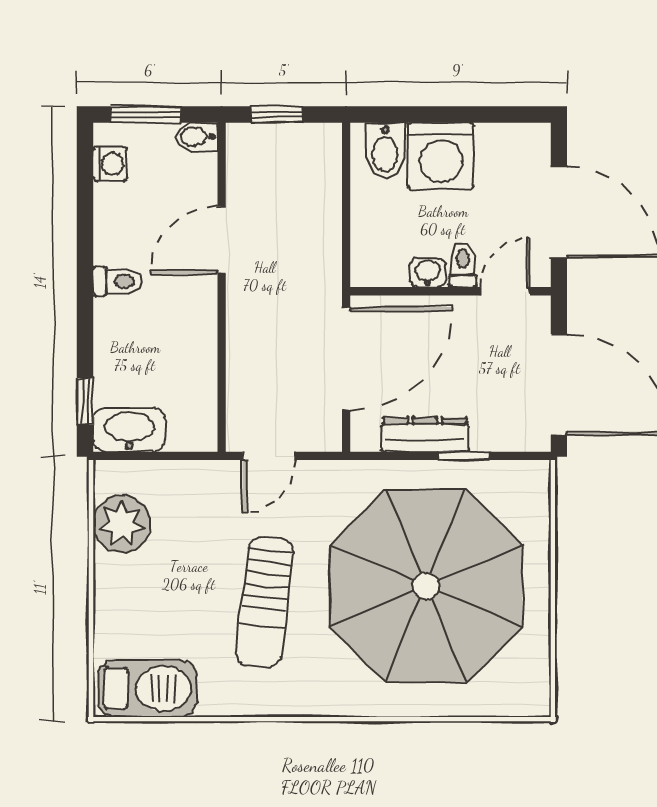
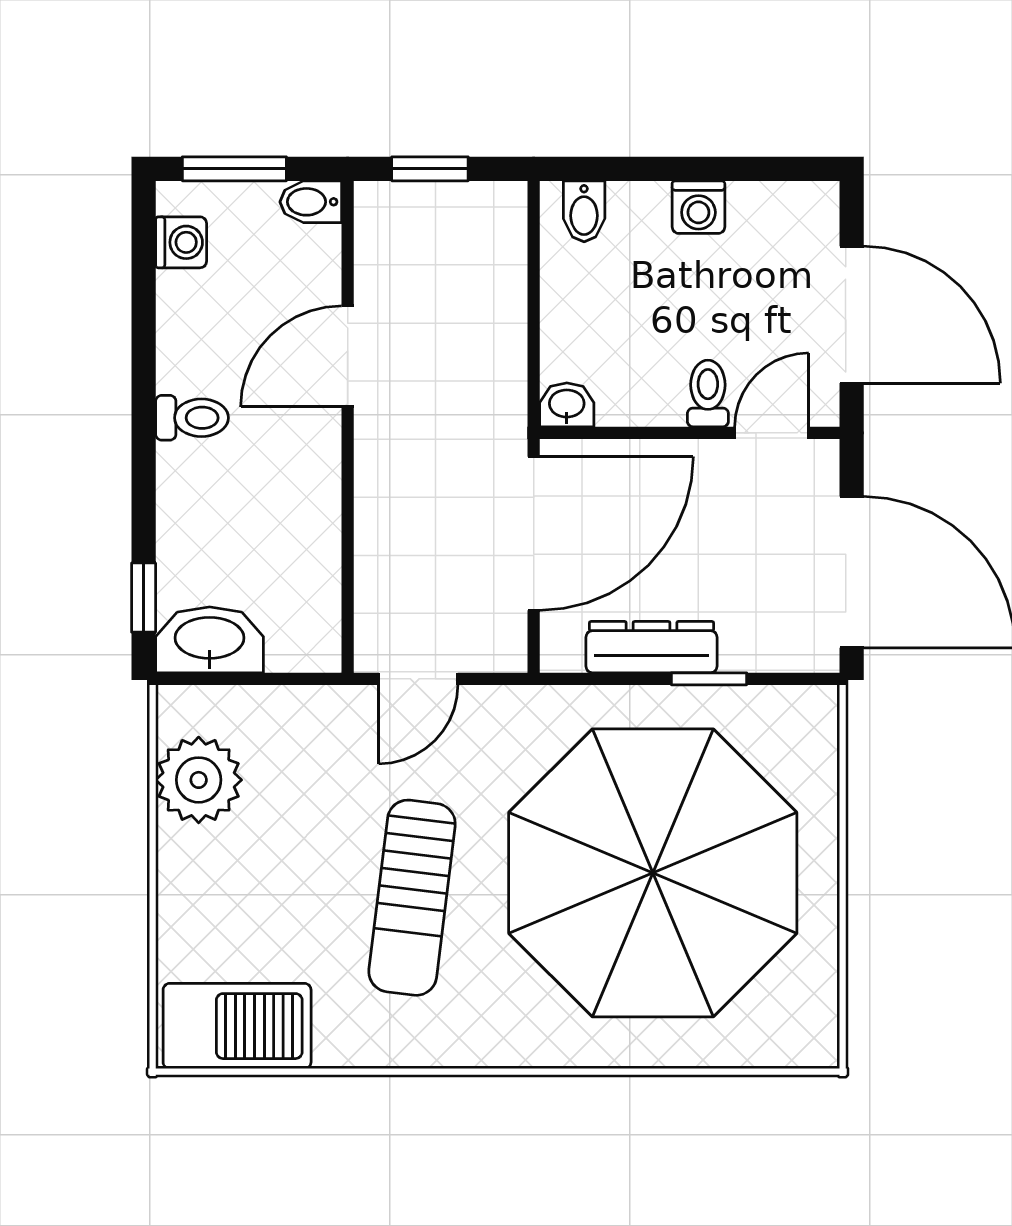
bidet: (385, 150) -> (584, 211), width x0.72, depth x0.74
washing machine: (441, 156) -> (698, 207), width x0.53, depth x0.53
washbasin: (428, 273) -> (567, 405), moved

